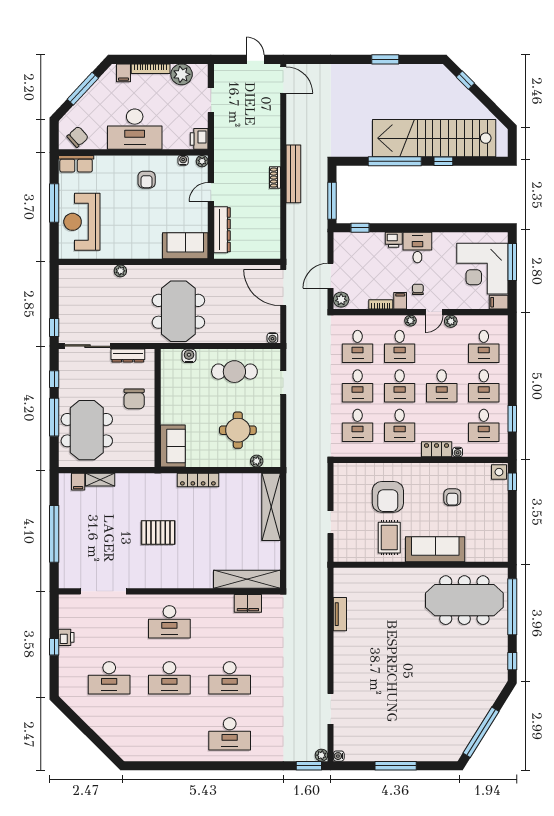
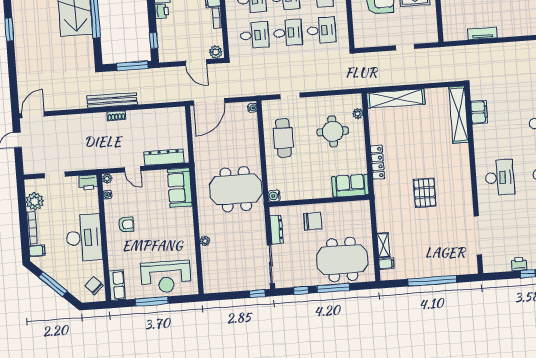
water cooler: (189, 356) -> (274, 196), moved

